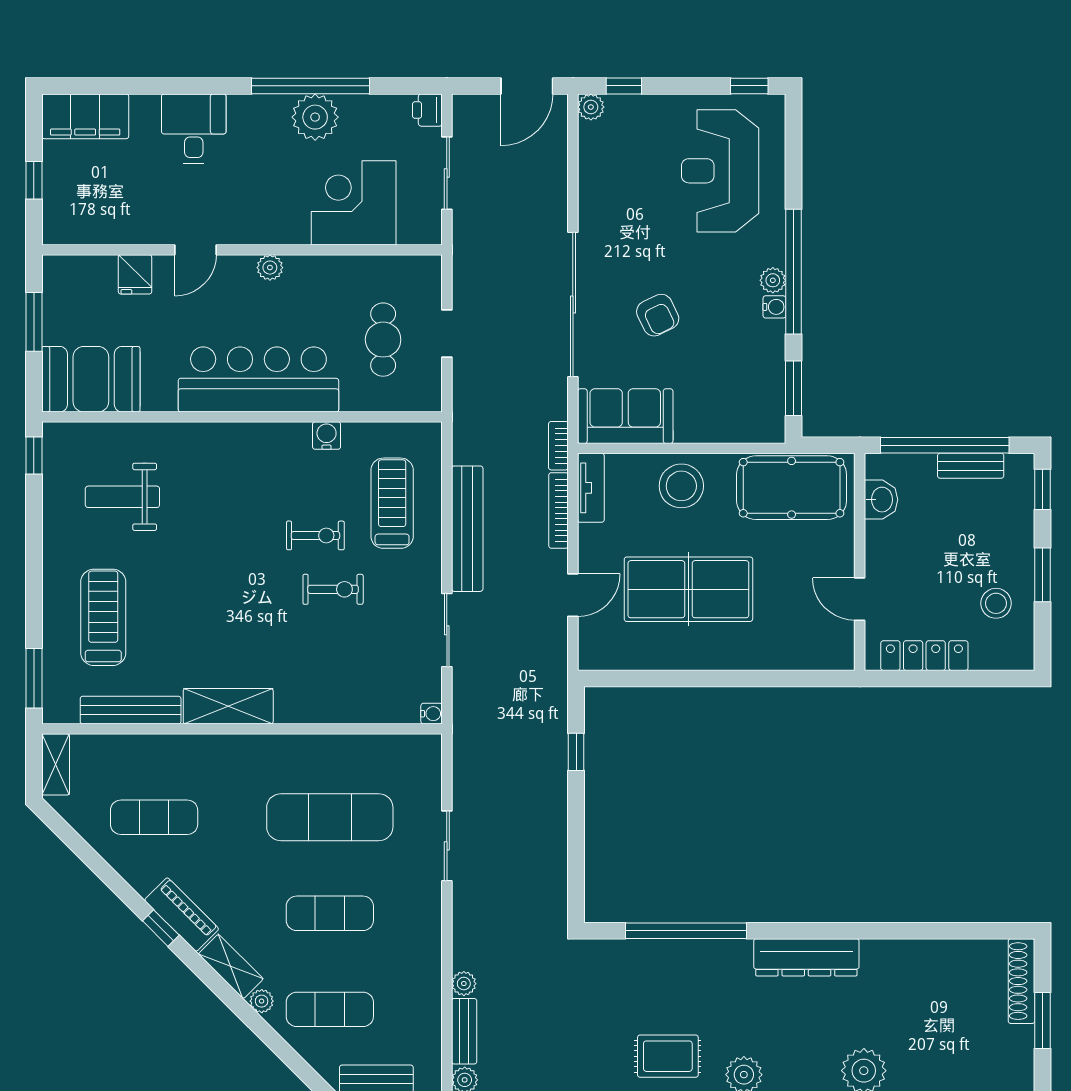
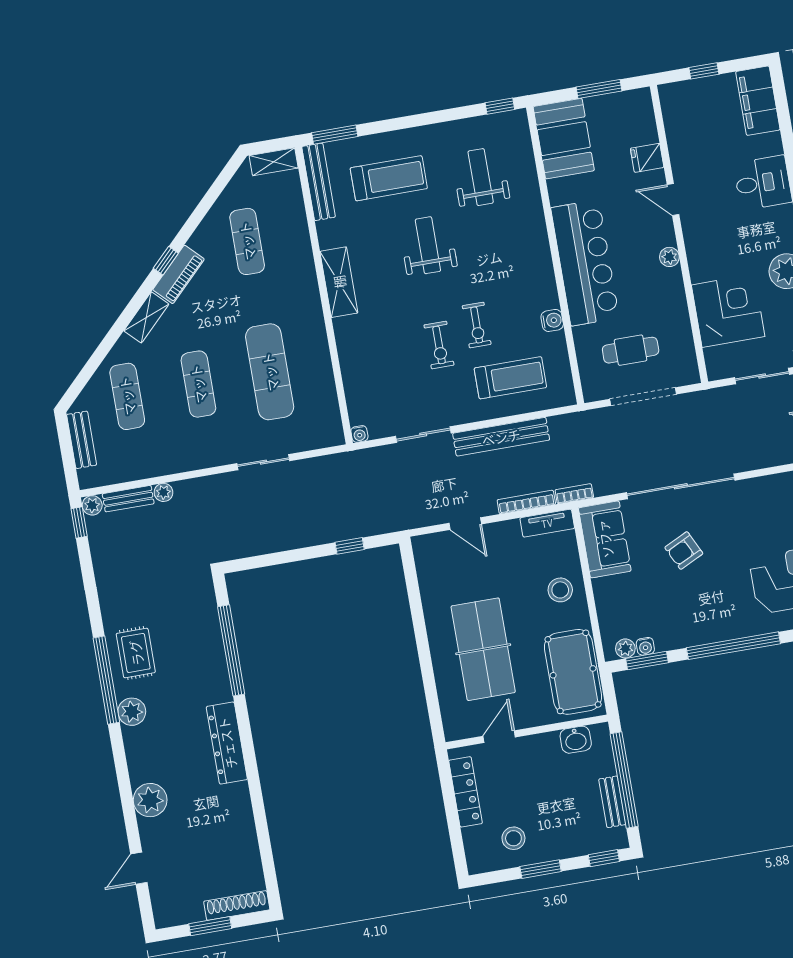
plant: (773, 280) -> (625, 649), moved
water cooler: (774, 307) -> (645, 646), moved
doorway: (447, 334) -> (643, 397), width x1.88
stool: (681, 486) -> (560, 590), width x0.73, depth x0.73
weight bench: (200, 581) -> (428, 245), added
table tennis table: (688, 589) -> (483, 649), moved
bench: (131, 710) -> (319, 182), moved
plant: (262, 1001) -> (125, 345), removed

